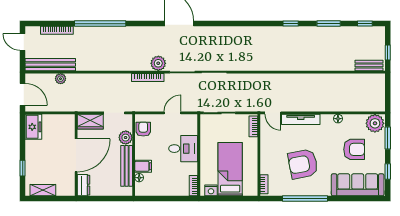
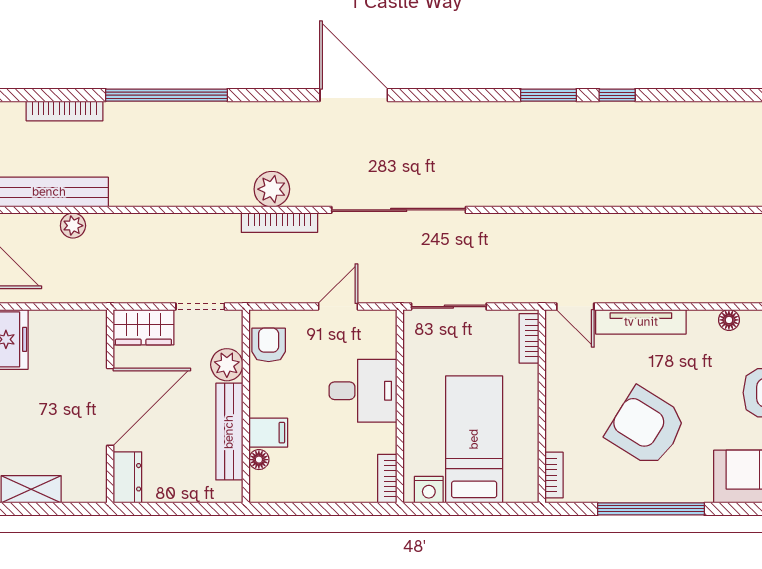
window: (329, 24) -> (549, 95), moved
plant: (158, 63) -> (272, 189), moved
armchair: (303, 164) -> (646, 427), turned 43

